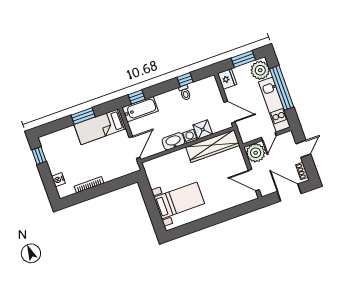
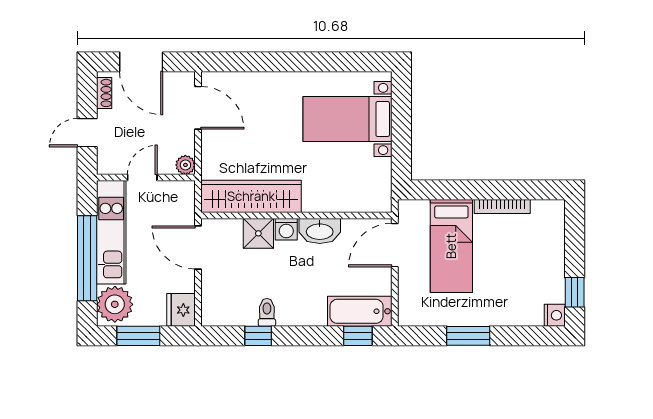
bed: (100, 127) -> (451, 246), moved, turned 90
plant: (256, 153) -> (185, 165), width x0.53, depth x0.53
nightstand: (58, 180) -> (555, 315), moved

